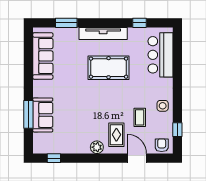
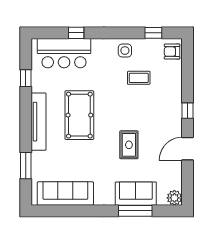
window: (177, 65) -> (76, 33), added
rug: (116, 135) -> (129, 145), moved, turned 90
plant: (97, 147) -> (174, 198), moved
window: (54, 158) -> (187, 111), moved
door: (137, 158) -> (187, 149), moved

